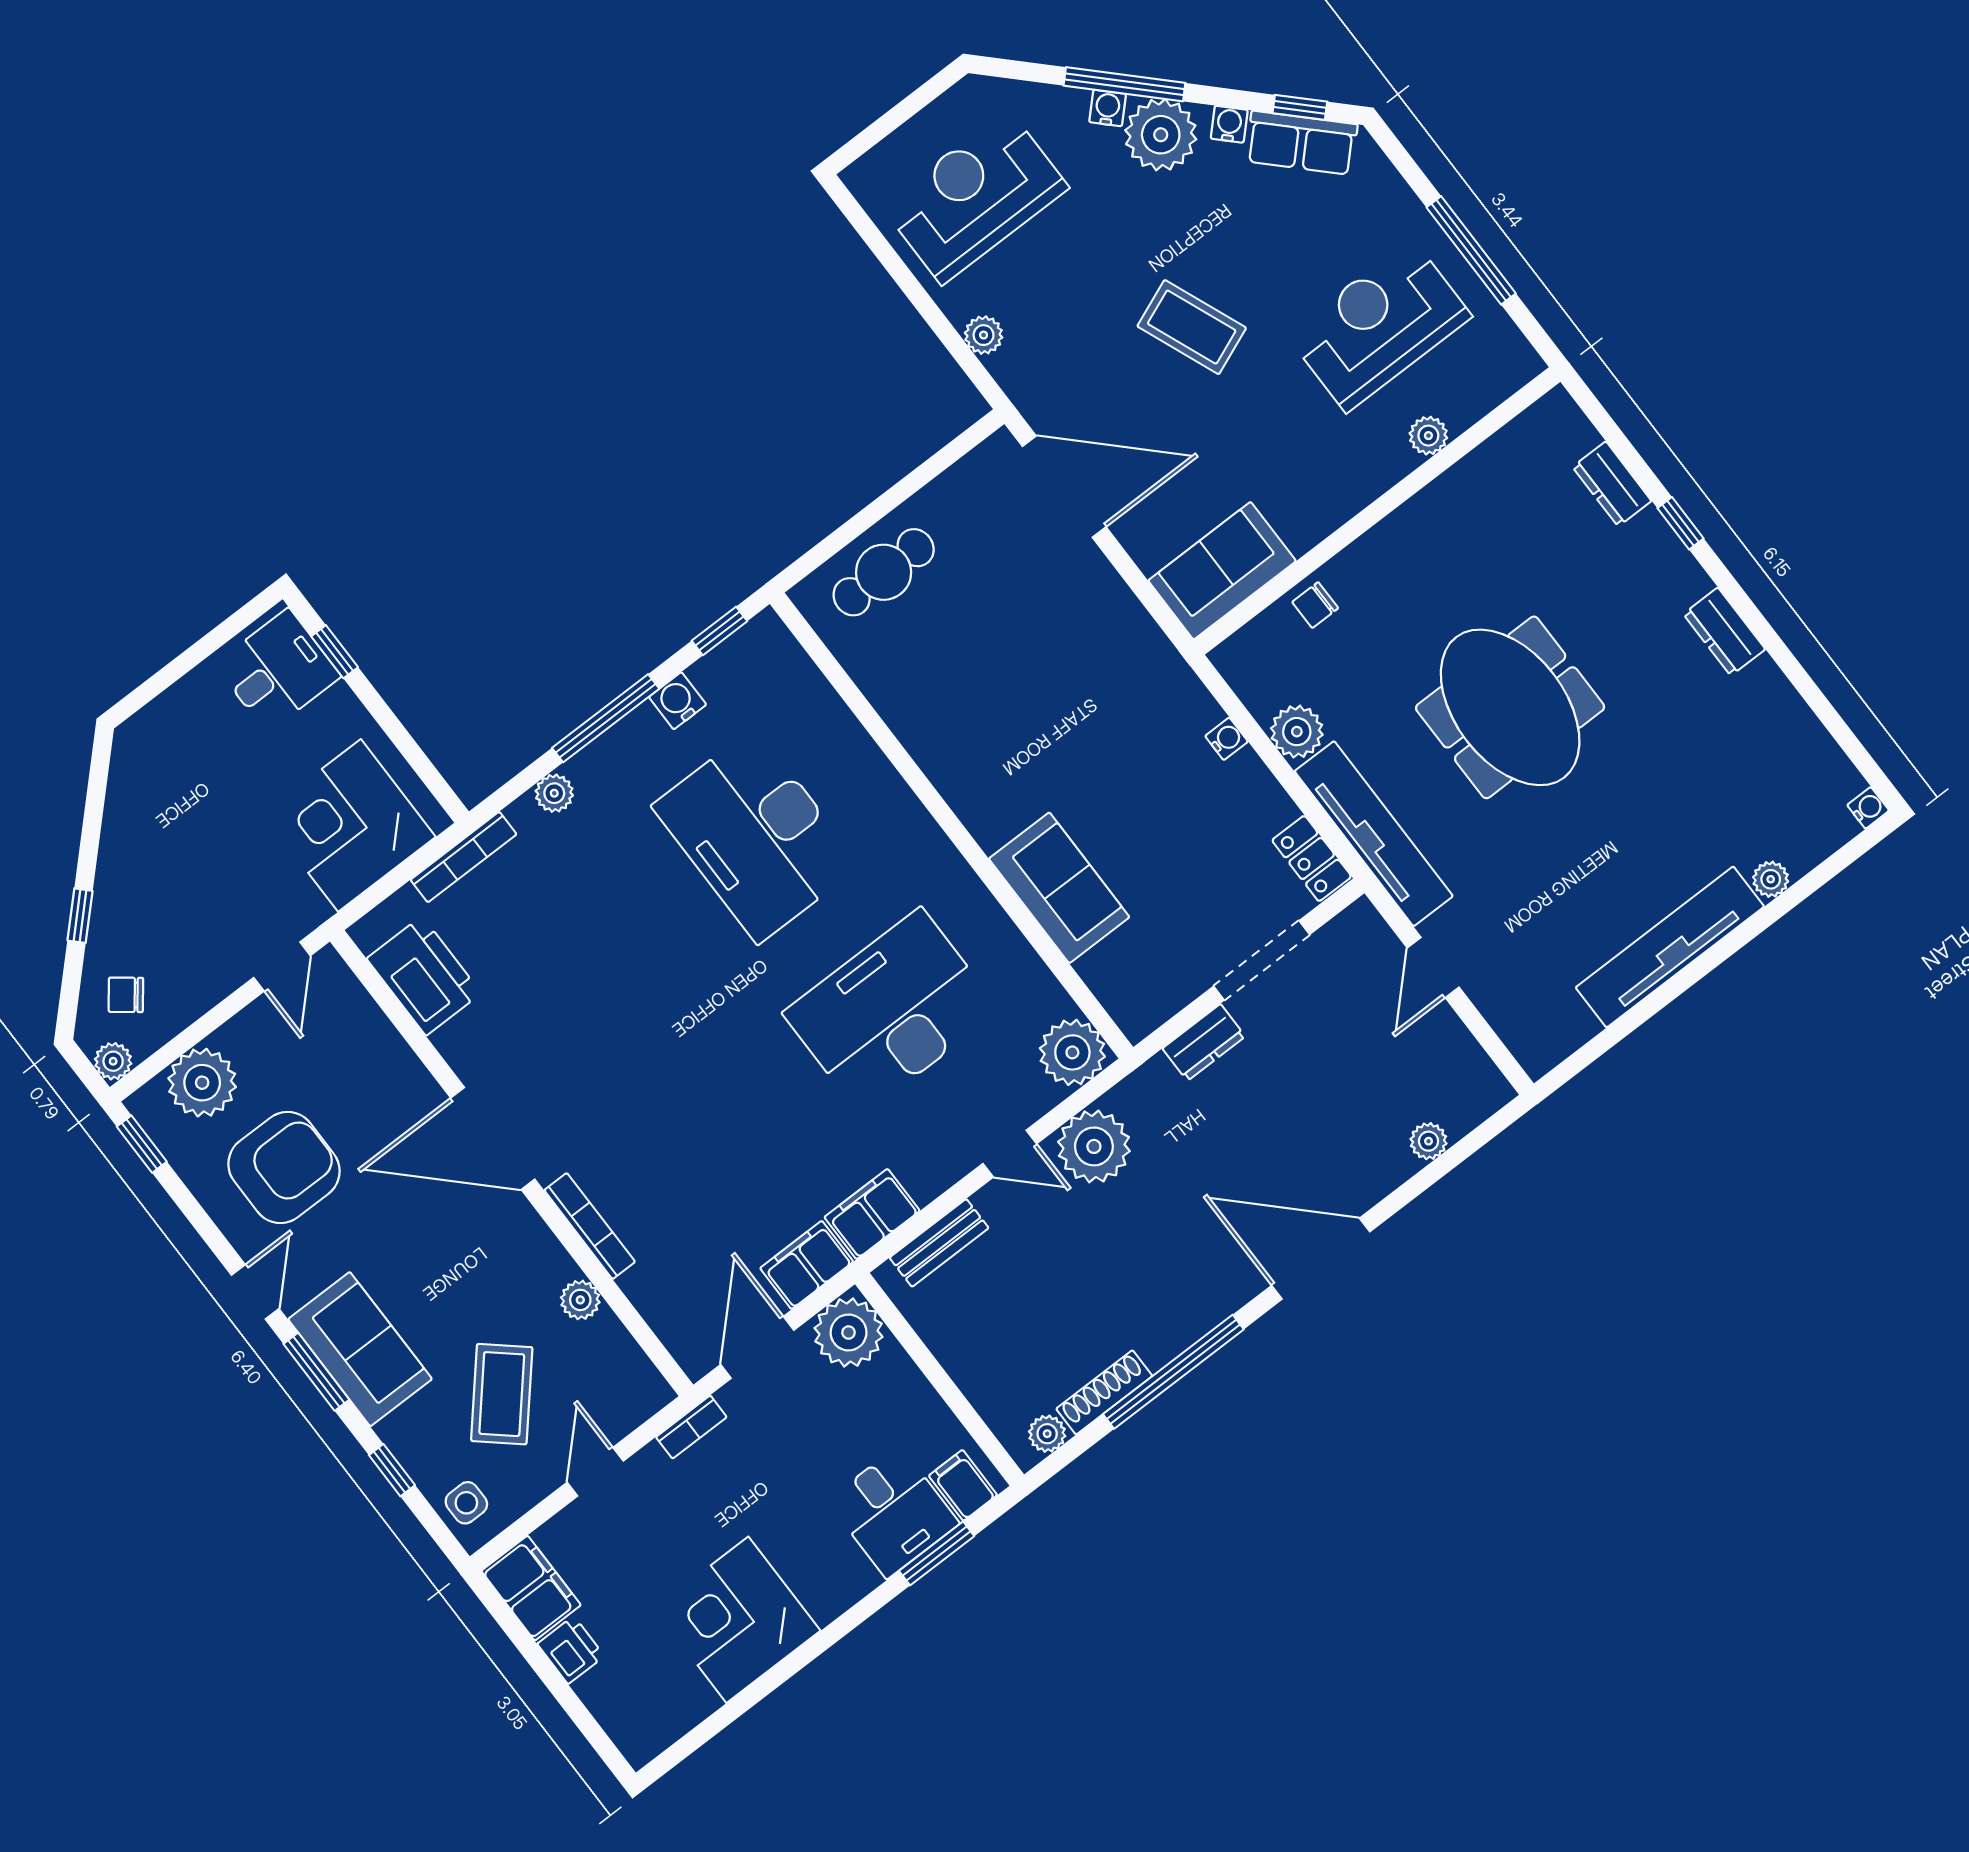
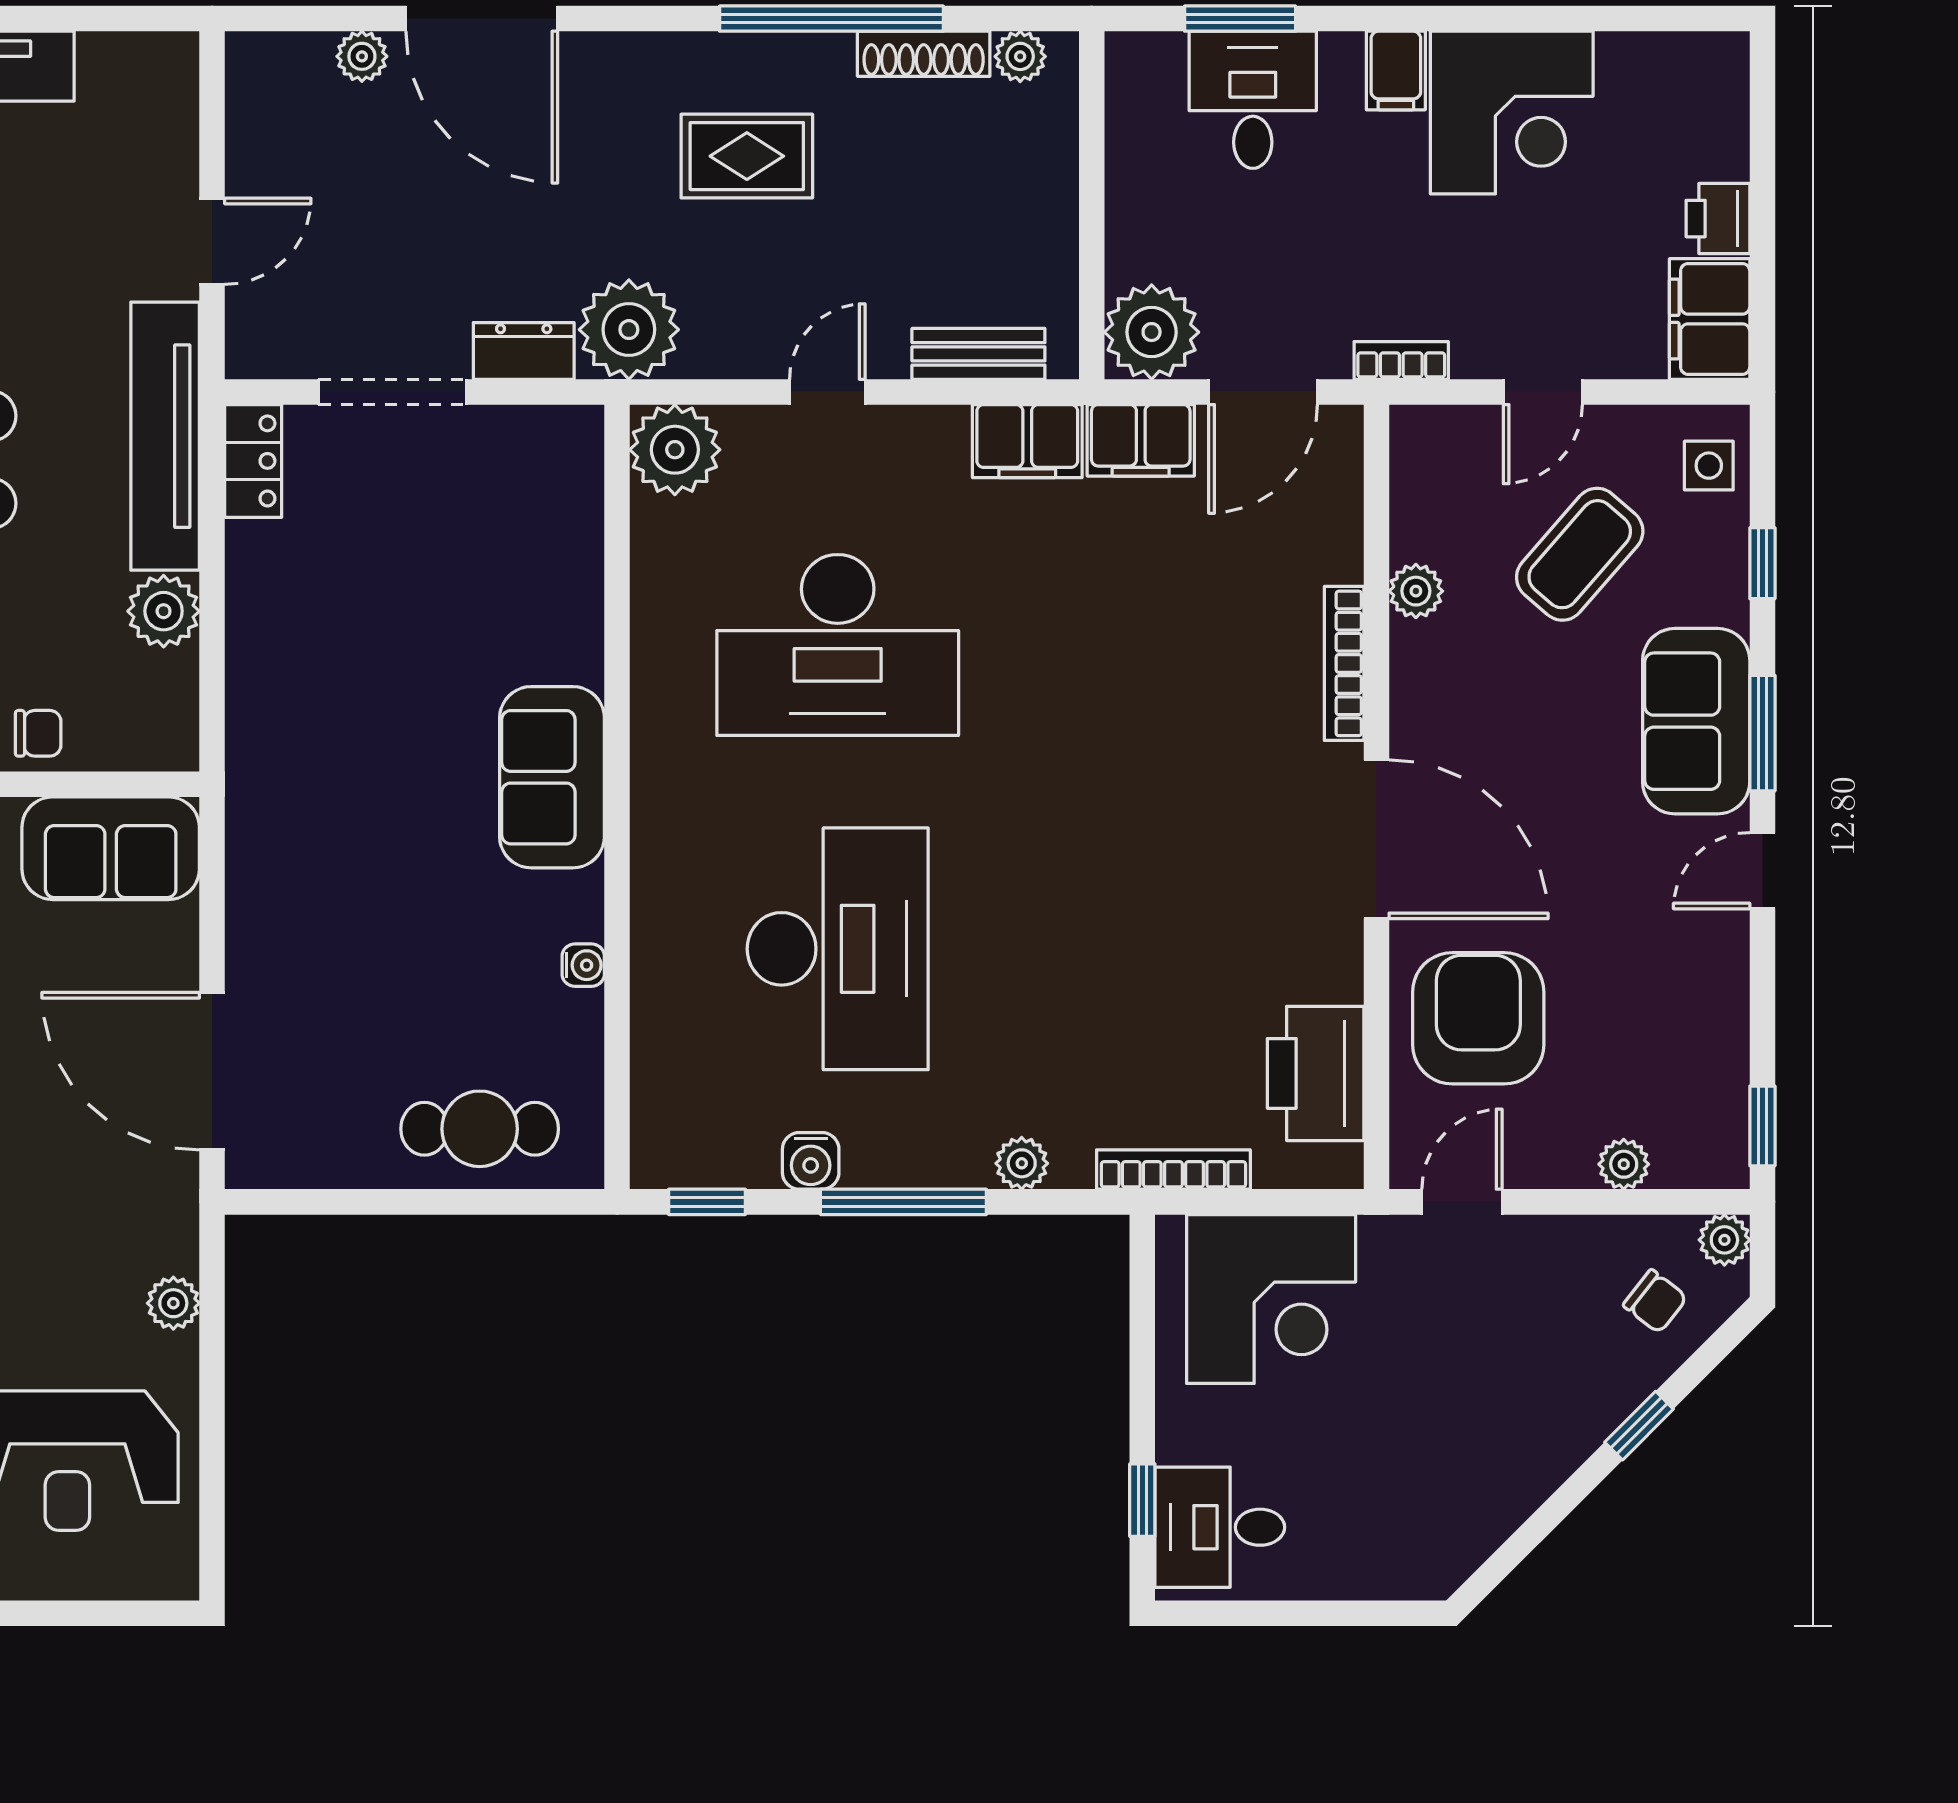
water cooler: (1227, 739) -> (583, 965), moved, turned 180
sofa: (1059, 888) -> (552, 777), moved
plant: (202, 1083) -> (1624, 1164), width x0.53, depth x0.53
plant: (1094, 1146) -> (629, 330), moved
door: (1010, 1154) -> (827, 392), hinge flipped
armchair: (284, 1167) -> (1478, 1018), moved, turned 90
rug: (1161, 1254) -> (747, 156), added
door: (1321, 1259) -> (482, 19), moved
filing cabinet: (963, 1485) -> (1396, 71), moved

